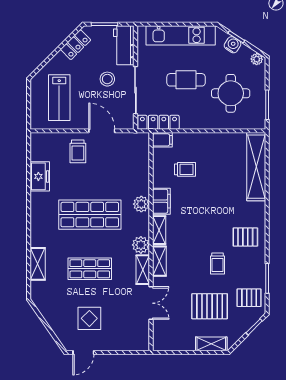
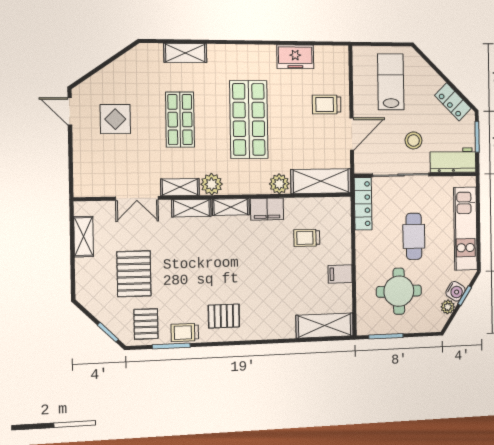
plant: (257, 59) -> (448, 307), moved
lab bench: (59, 98) -> (391, 82), turned 90
filing cabinet: (162, 140) -> (340, 274), moved, turned 90
shelving: (140, 157) -> (321, 181), added
shelving: (256, 167) -> (325, 326), width x0.68
trolley: (185, 169) -> (307, 238), turned 90
plant: (141, 204) -> (279, 184), moved
pallet: (245, 237) -> (224, 316), turned 90
trolley: (217, 264) -> (185, 333), moved
shelving: (211, 344) -> (84, 237), moved

